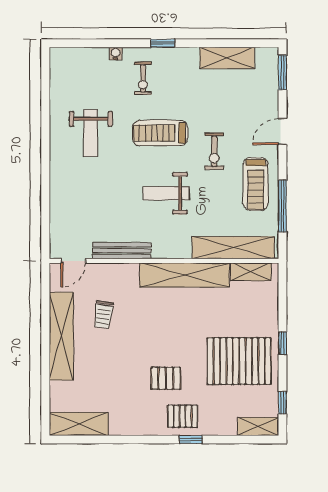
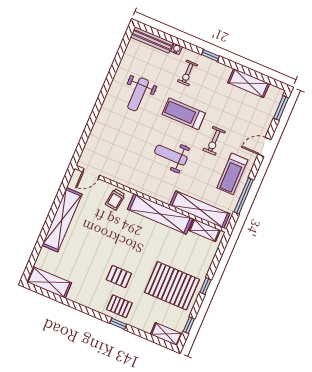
bench: (122, 251) -> (152, 40), moved
trolley: (103, 315) -> (115, 199), moved

